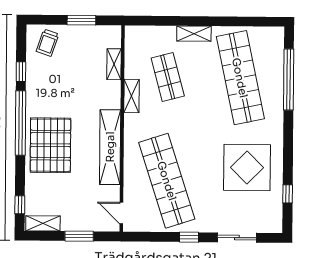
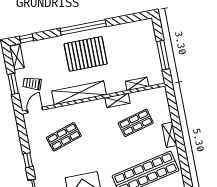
window: (81, 20) -> (163, 55), width x1.44
trolley: (47, 43) -> (32, 84), moved
window: (21, 72) -> (119, 21), removed
pallet: (50, 145) -> (86, 54), moved
shop shelf: (167, 181) -> (64, 137), width x0.50, depth x0.74

